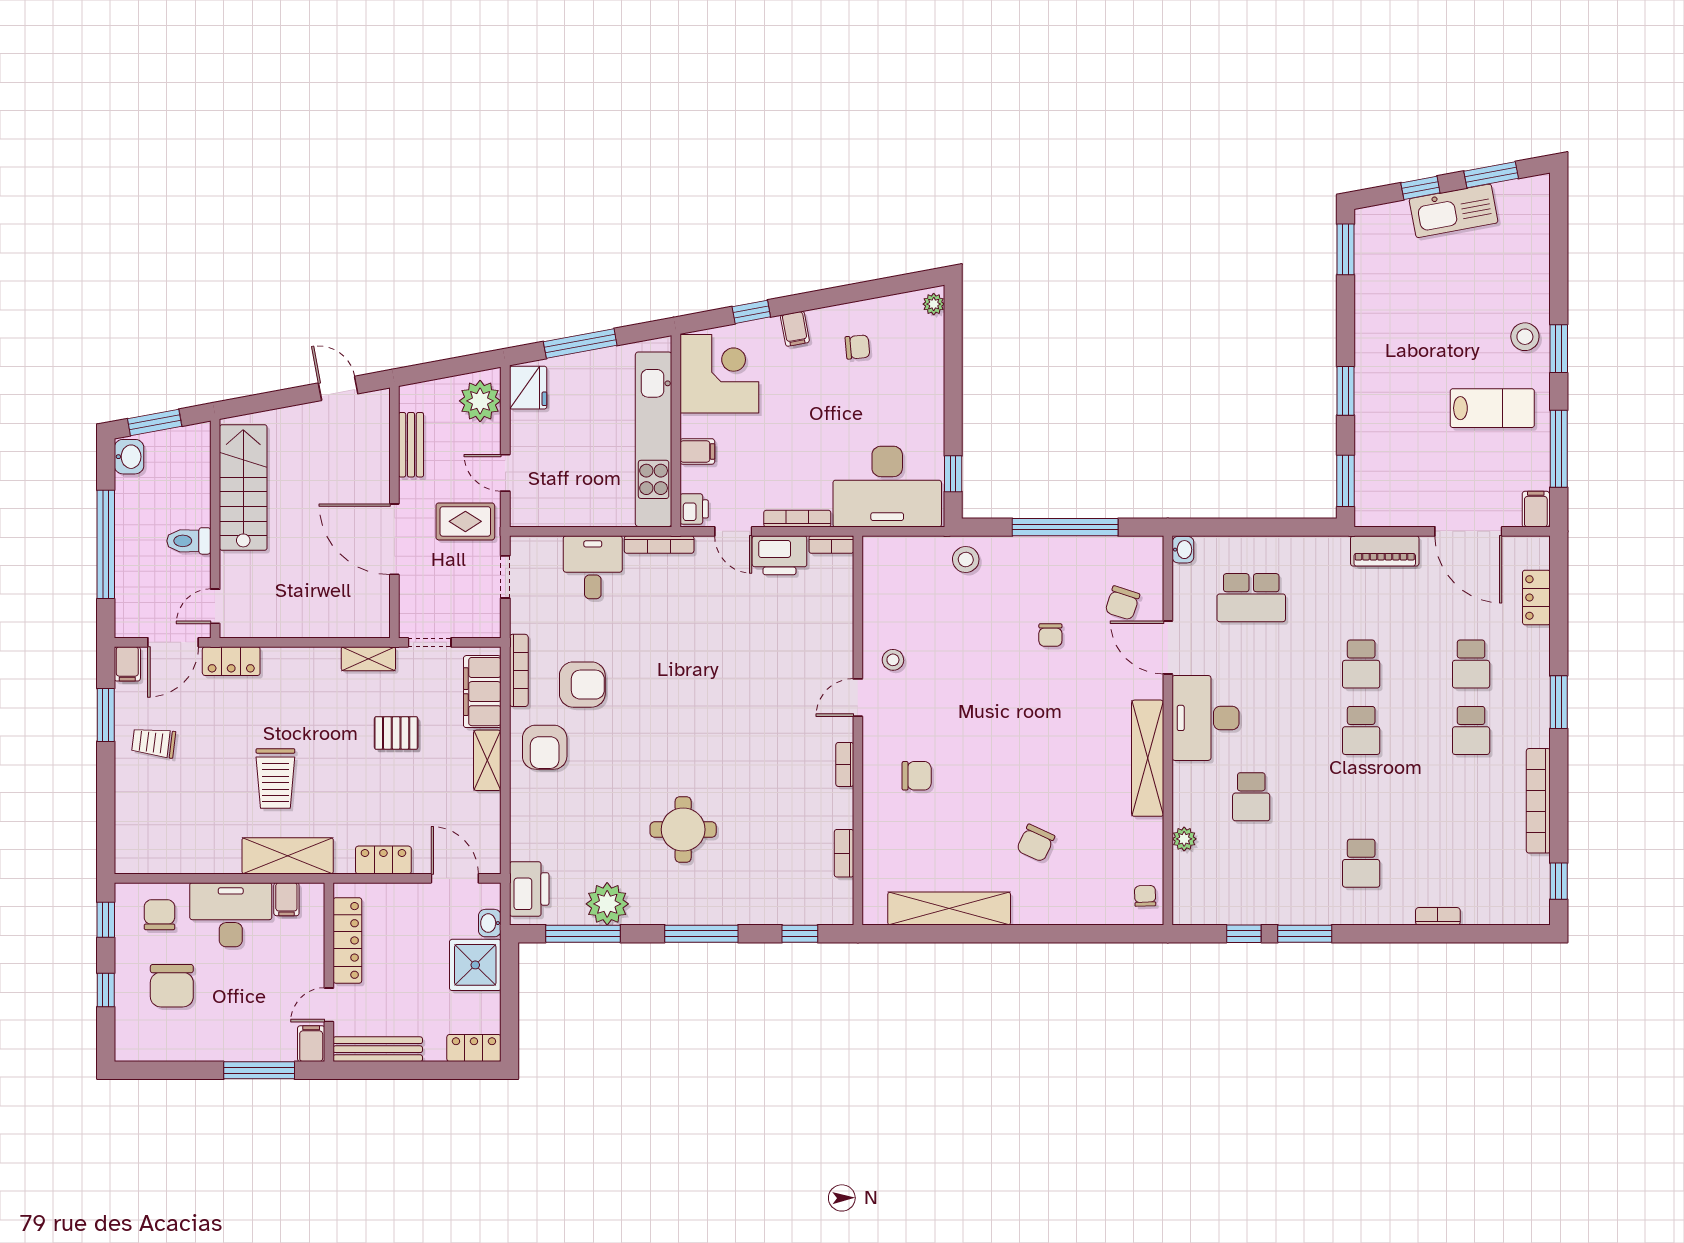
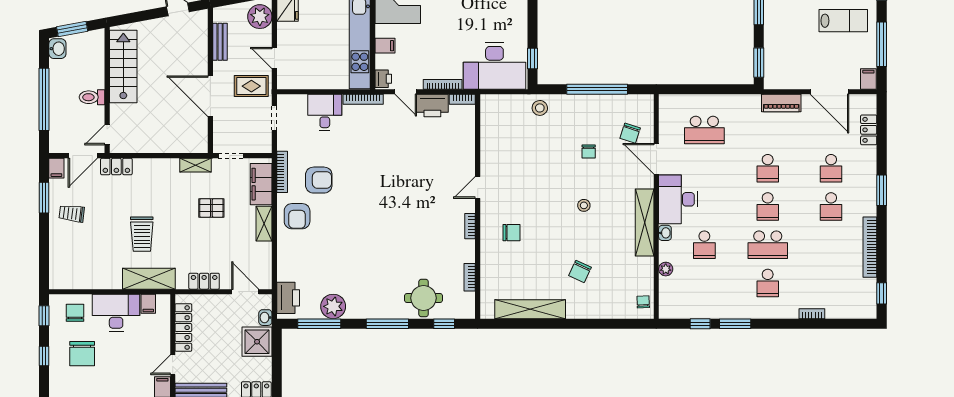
washbasin: (1183, 550) -> (665, 233), moved
stool: (893, 660) -> (584, 205), moved
school desk: (1361, 797) -> (768, 245), added
round table: (683, 830) -> (424, 298), moved

